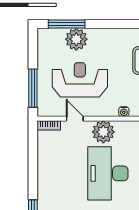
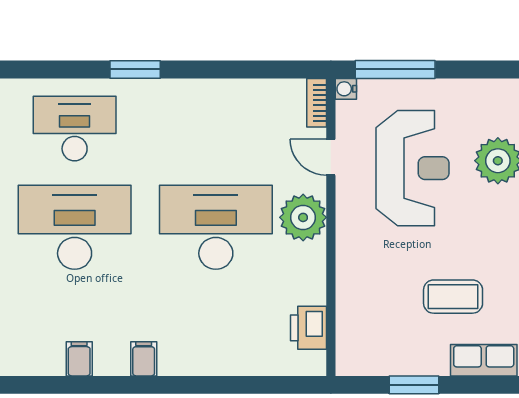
water cooler: (124, 112) -> (346, 89), moved
door: (75, 119) -> (331, 157), swing flipped

